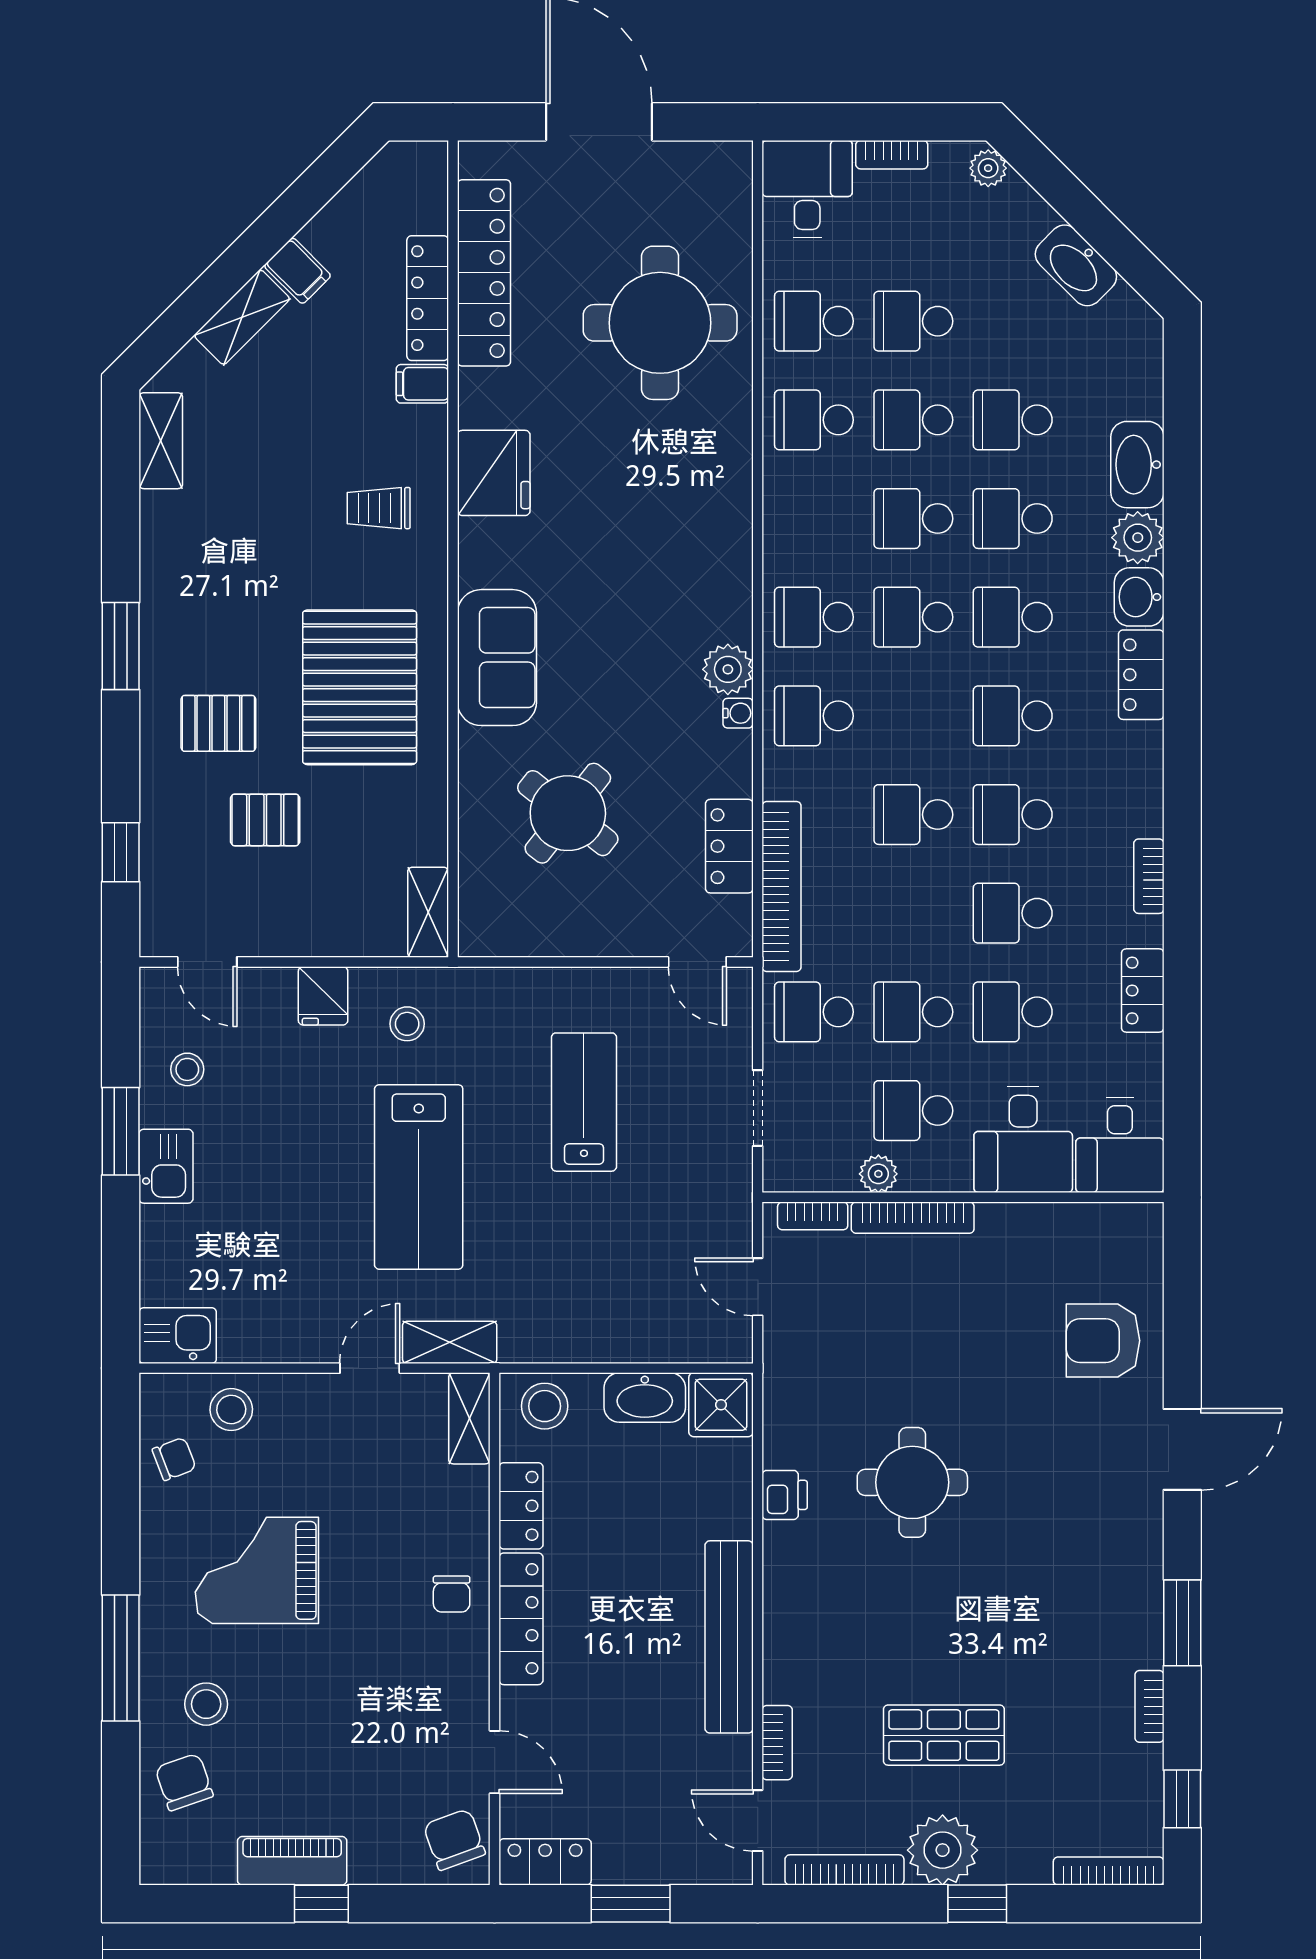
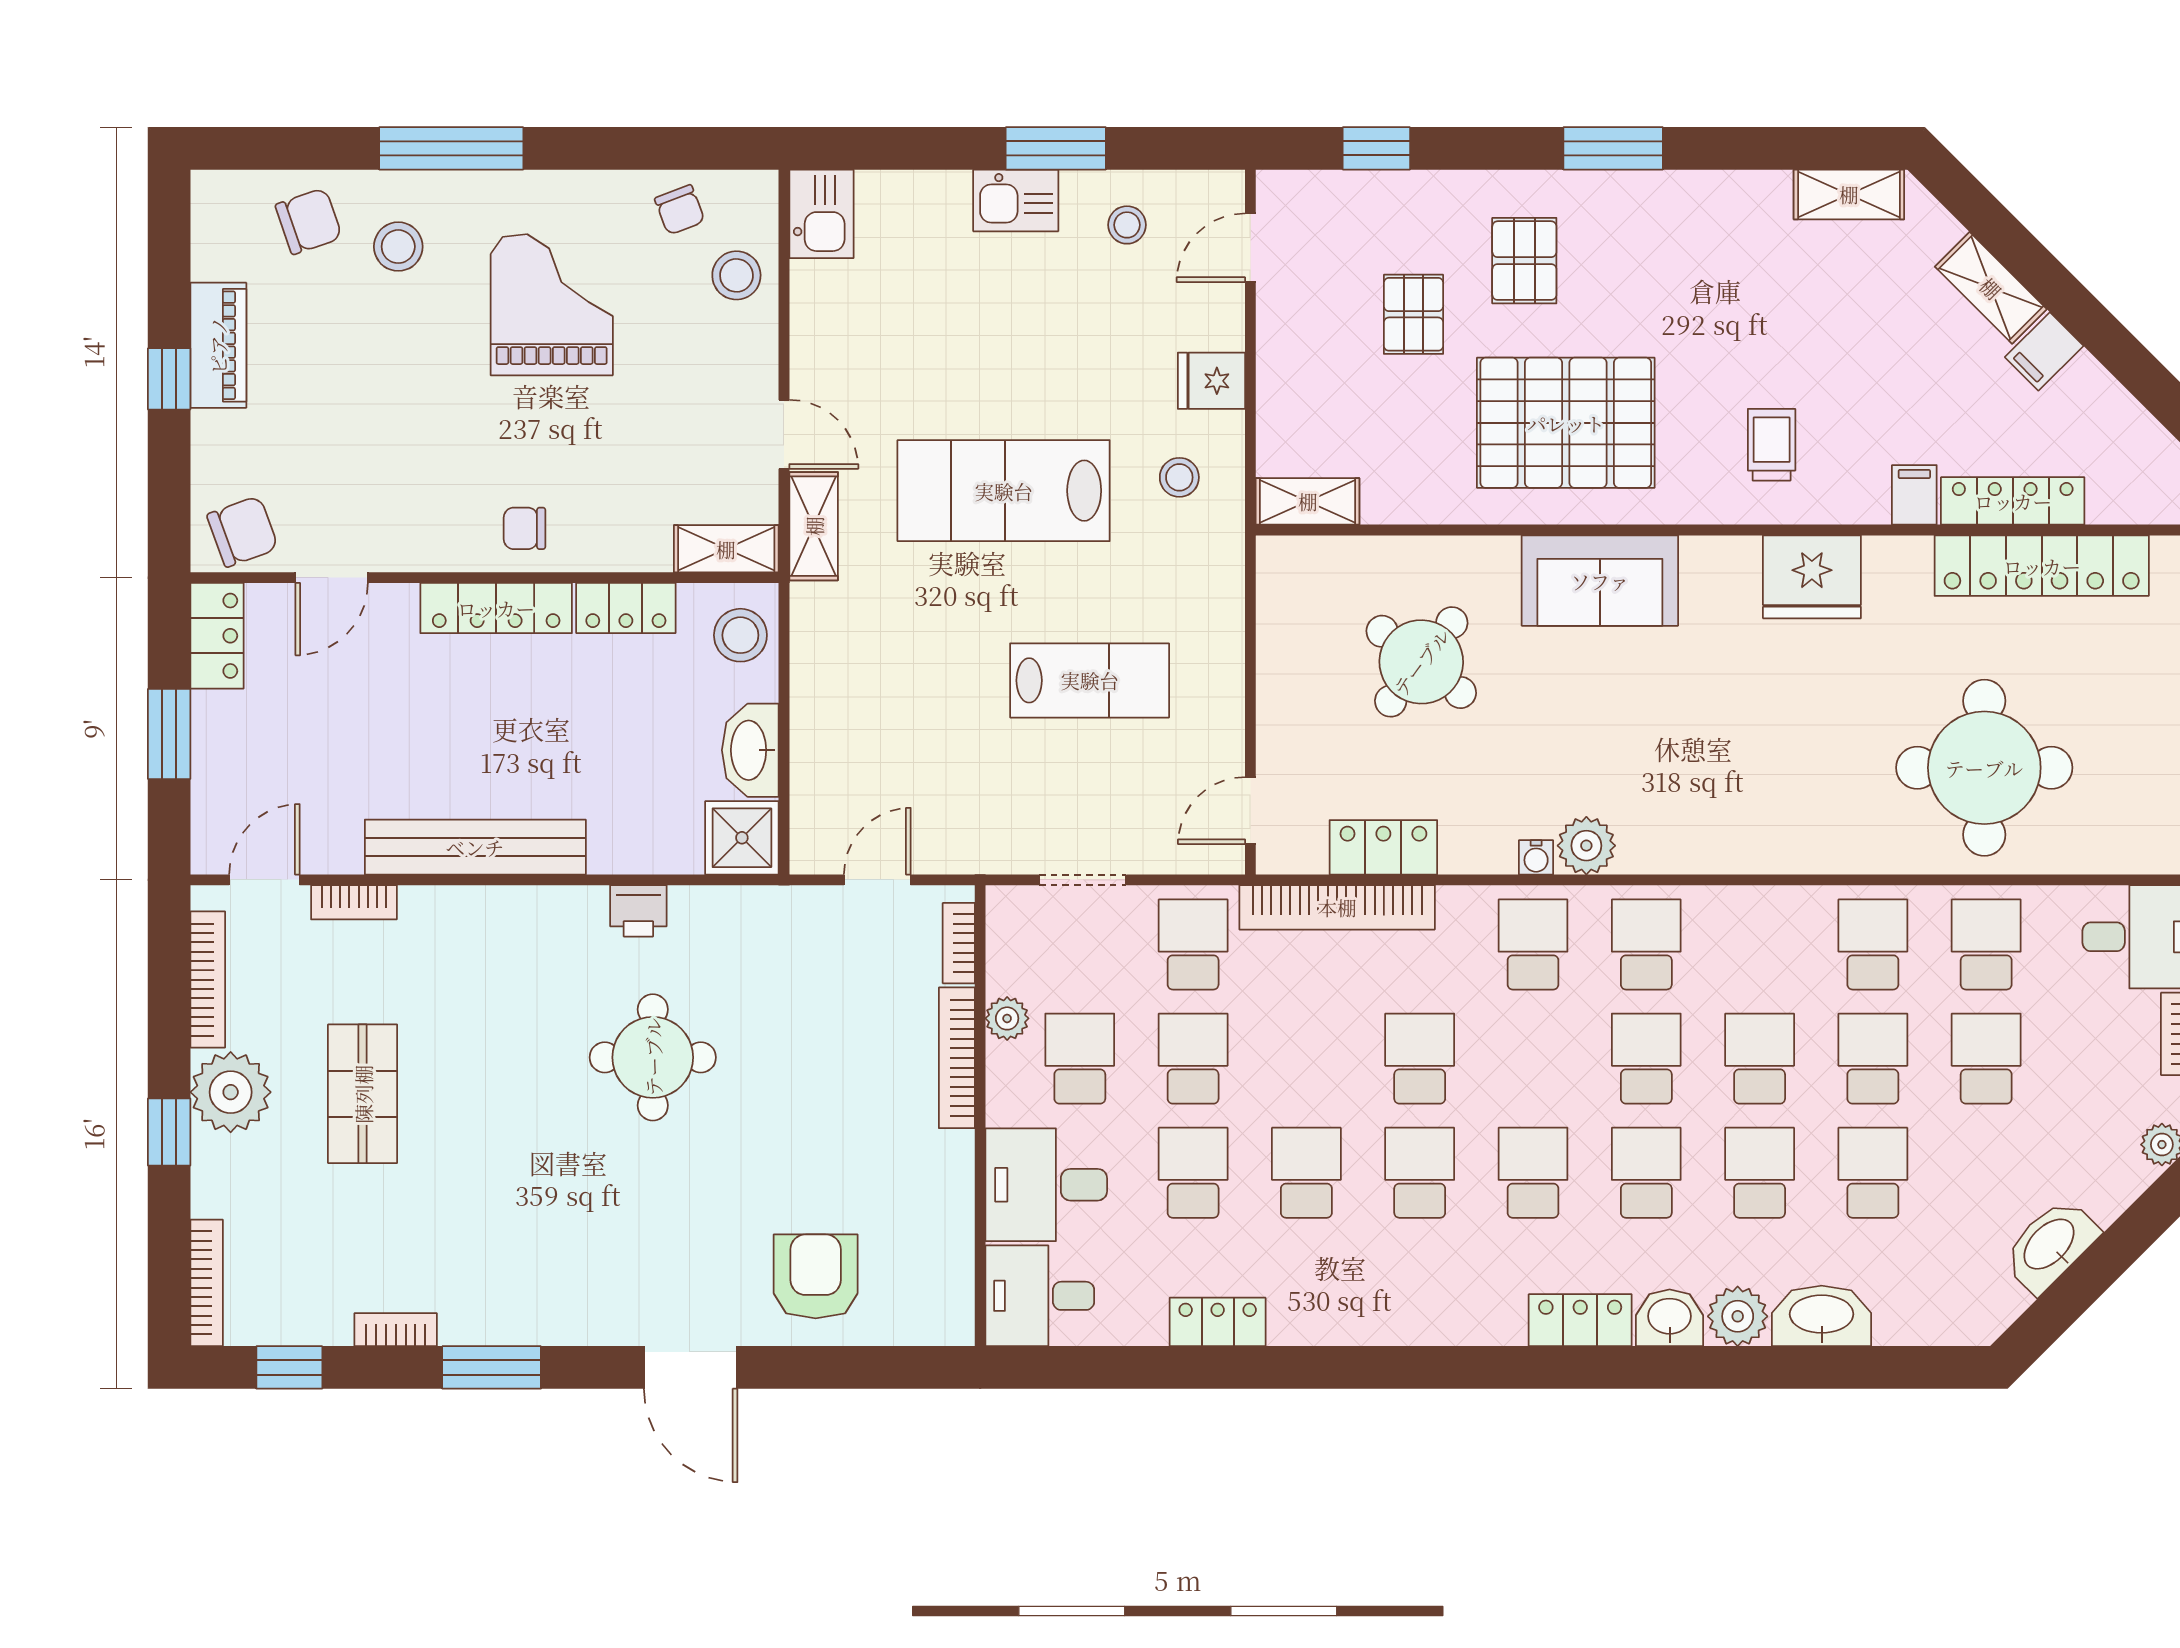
bookcase: (1149, 876) -> (1349, 1329), removed

